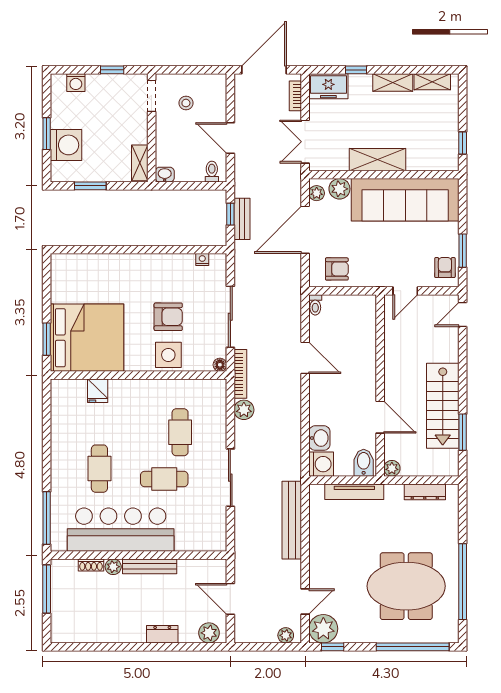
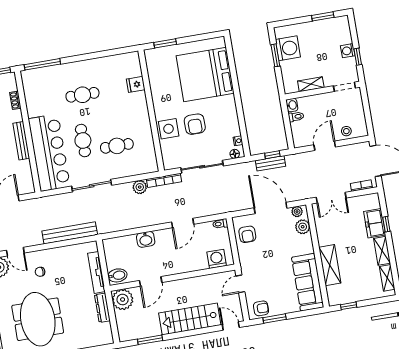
washing machine: (76, 83) -> (348, 51), moved
freezer: (328, 86) -> (375, 223), moved
stool: (186, 103) -> (346, 131), moved
window: (47, 134) -> (323, 16), moved
double door: (305, 142) -> (331, 198), swing flipped
washing machine: (66, 145) -> (288, 48), moved, turned -90
shelving: (378, 160) -> (330, 265), moved
shelving: (140, 163) -> (311, 84), moved
toilet: (212, 172) -> (296, 117), moved
sofa: (405, 200) -> (308, 282), width x0.74, depth x0.79
door: (405, 291) -> (240, 284), hinge flipped
bed: (87, 338) -> (205, 74), moved, turned 90
floor lamp: (220, 365) -> (235, 154), moved
stairs: (443, 406) -> (190, 319), moved
washbasin: (319, 438) -> (146, 239), moved
washing machine: (321, 464) -> (217, 259), moved, turned 180
plant: (392, 468) -> (123, 300), width x1.88, depth x1.88
dresser: (425, 492) -> (102, 308), moved
bar counter: (121, 530) -> (49, 153), moved
plant: (113, 567) -> (17, 116), removed
chair: (340, 571) -> (40, 272), added

